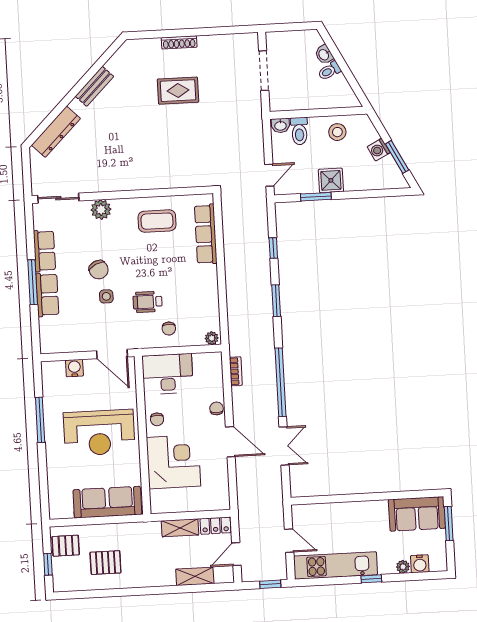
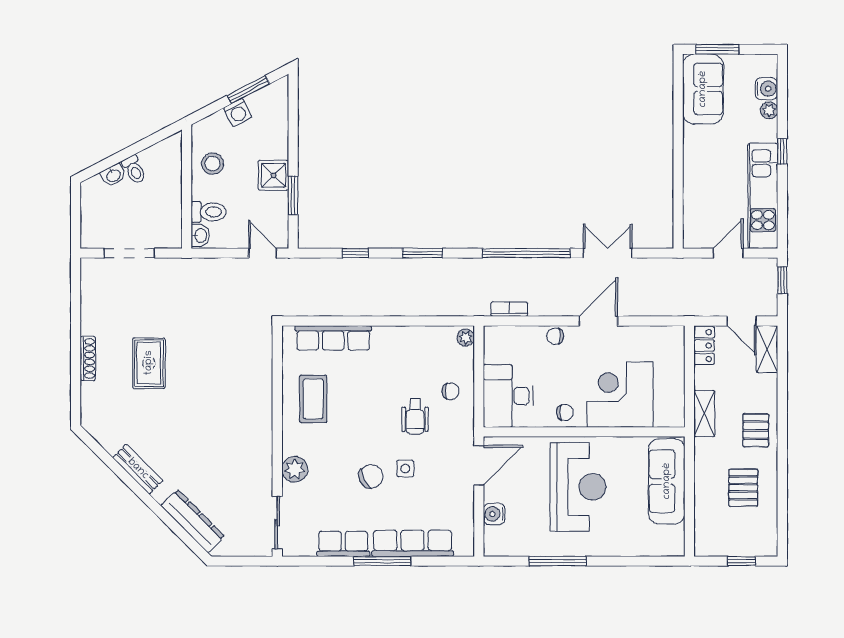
row of seats: (47, 295) -> (413, 543), width x1.48
shelving: (180, 528) -> (704, 413), moved
pallet: (66, 546) -> (756, 430), moved
shelving: (195, 576) -> (767, 349), moved

